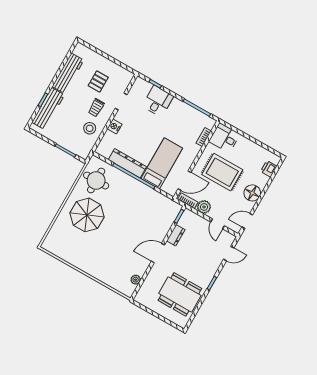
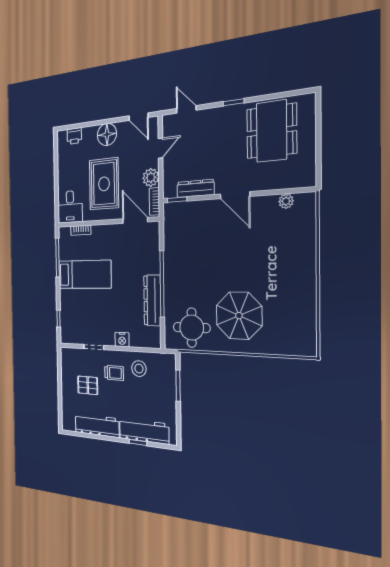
desk: (158, 101) -> (73, 305), removed
bed: (162, 163) -> (84, 274), moved, turned 180
dresser: (176, 235) -> (195, 188), width x1.44

